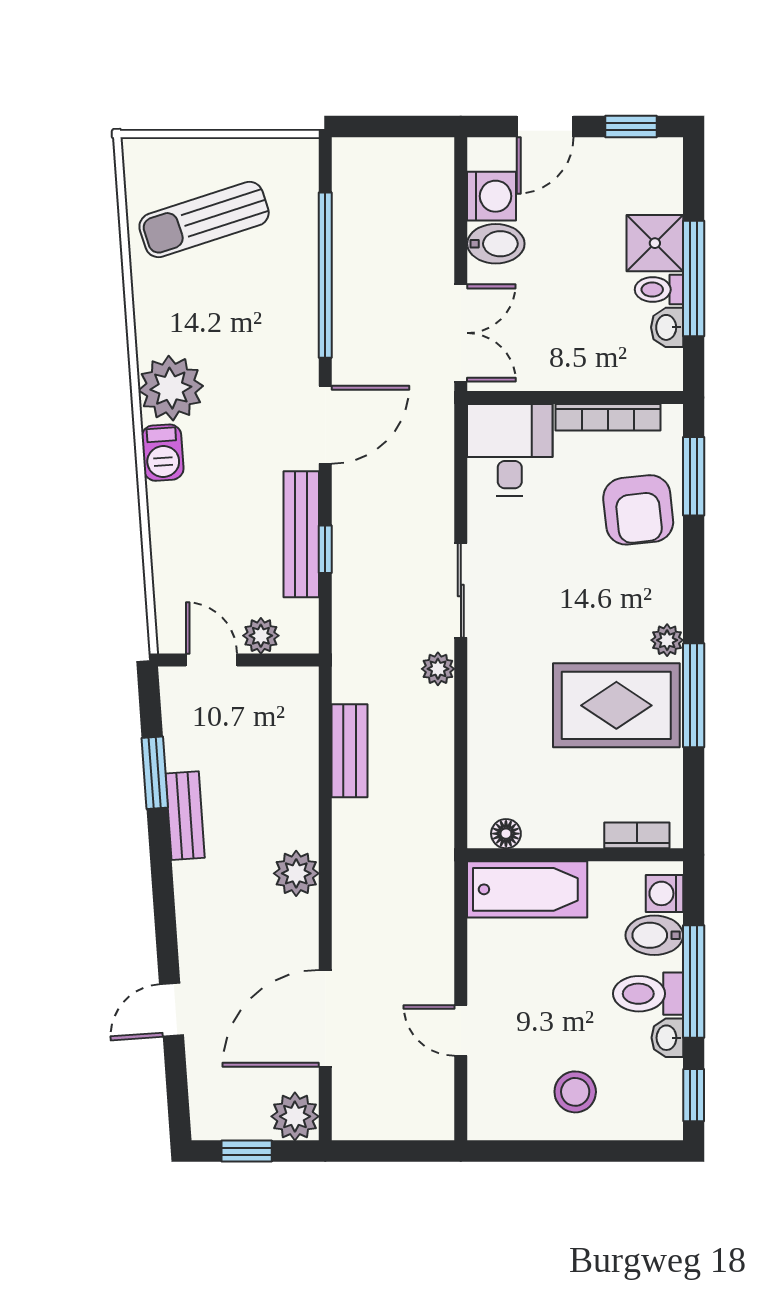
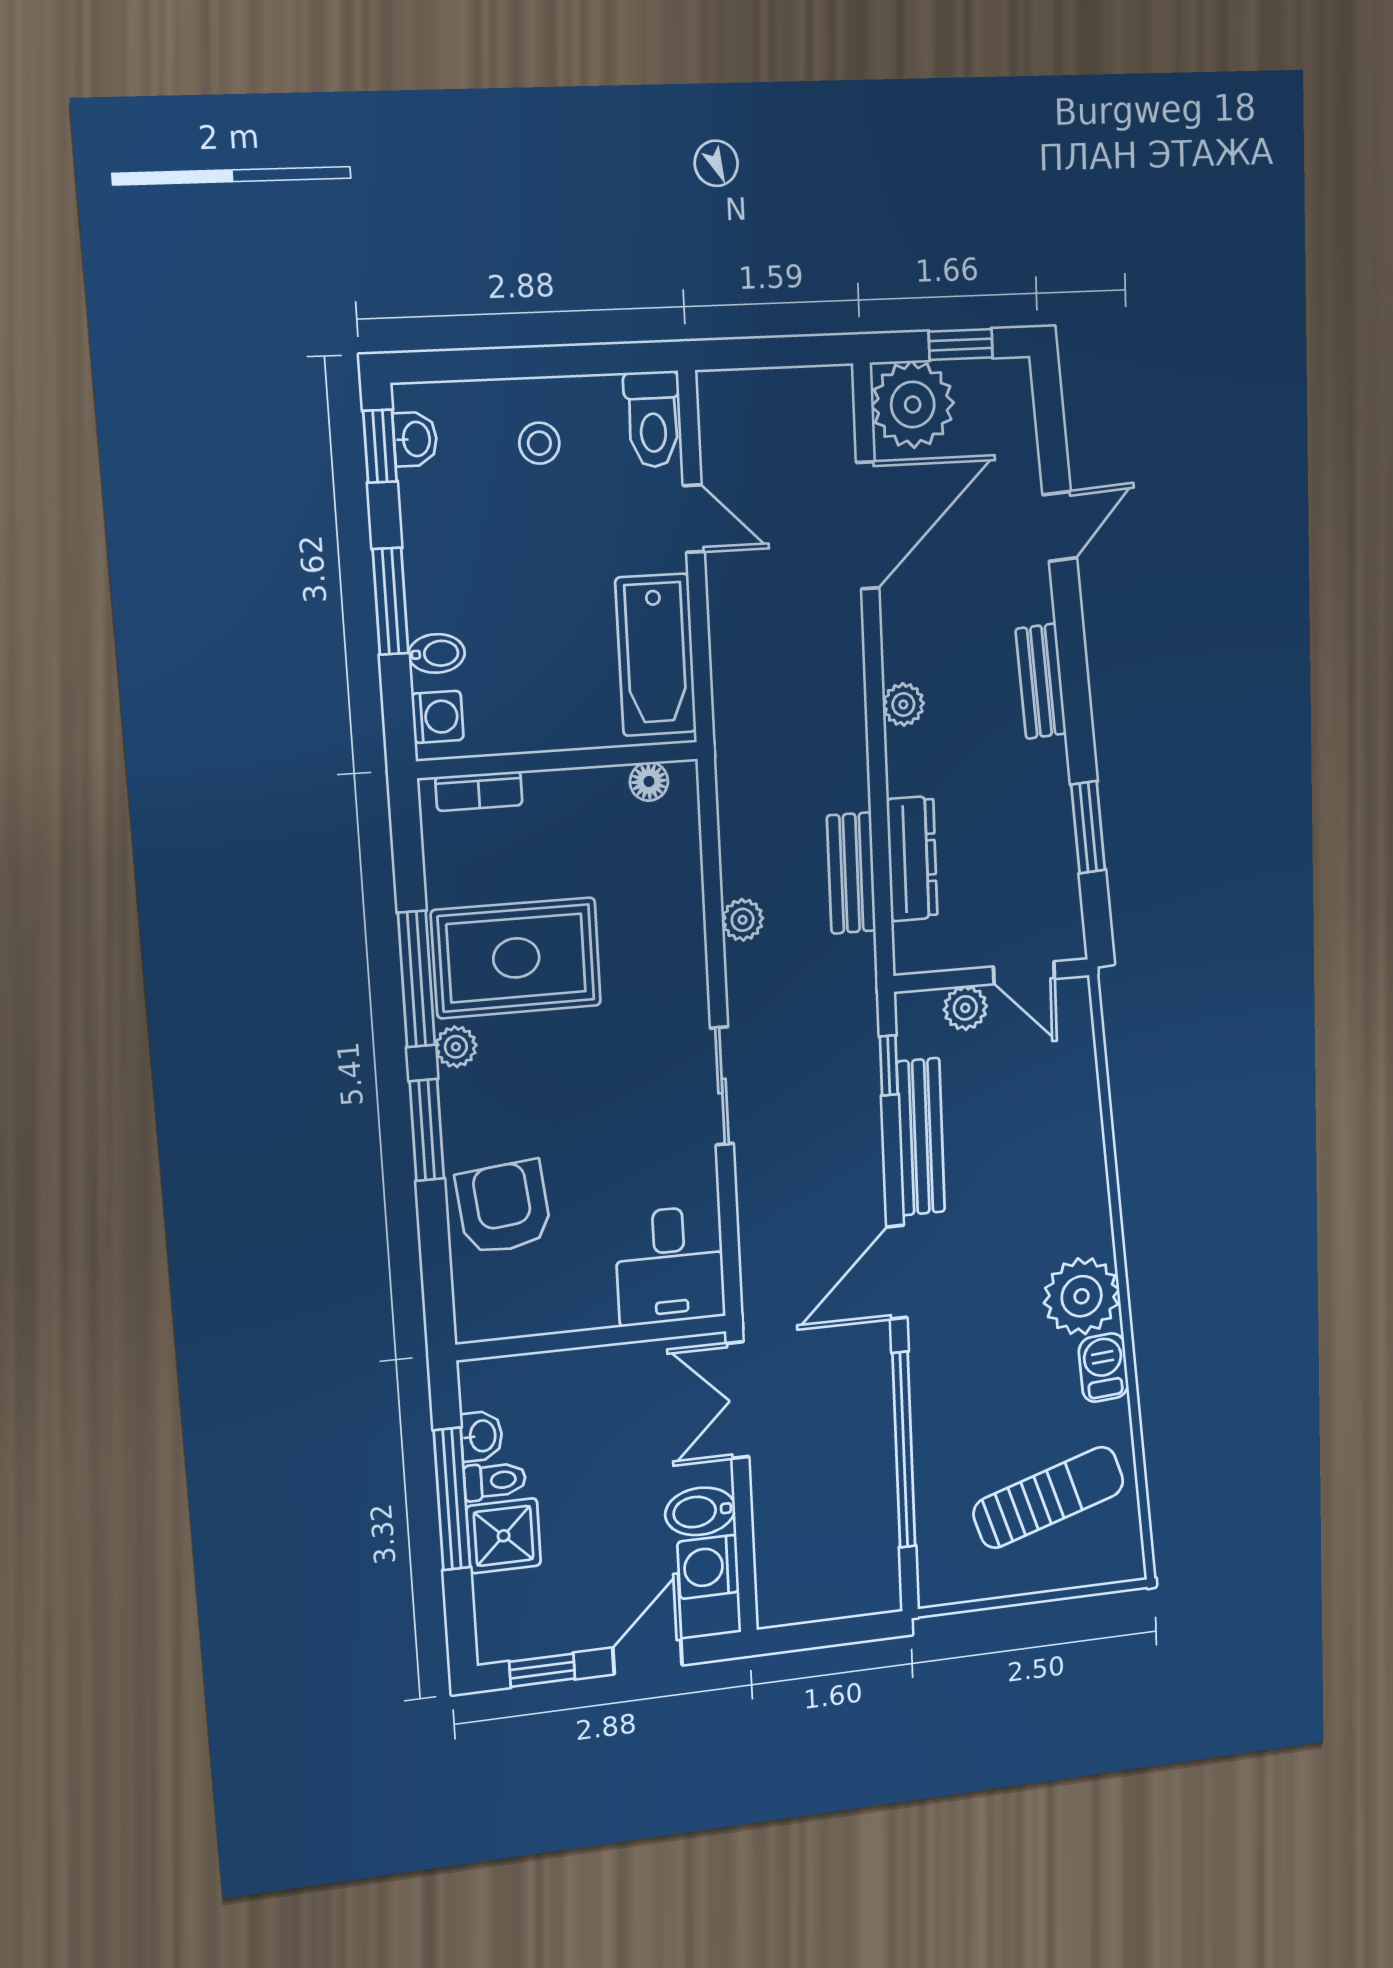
bookcase: (608, 417) -> (549, 1318), removed
barbecue: (163, 453) -> (1104, 1368), moved
window: (694, 476) -> (427, 1130), moved
window: (325, 549) -> (889, 1065), moved
plant: (438, 669) -> (743, 920), moved
dresser: (300, 758) -> (912, 859), added
bench: (185, 816) -> (1041, 681), moved
plant: (296, 873) -> (903, 704), width x0.73, depth x0.73
bathtub: (527, 889) -> (656, 655), moved, turned -90
bidet: (654, 935) -> (437, 653), width x0.72, depth x0.74
window: (694, 981) -> (391, 601), width x0.69
toilet: (648, 994) -> (653, 419), moved, turned 90
washbasin: (667, 1038) -> (415, 439), moved
stool: (575, 1092) -> (539, 443), width x0.73, depth x0.73
plant: (295, 1116) -> (913, 404), width x1.36, depth x1.36

